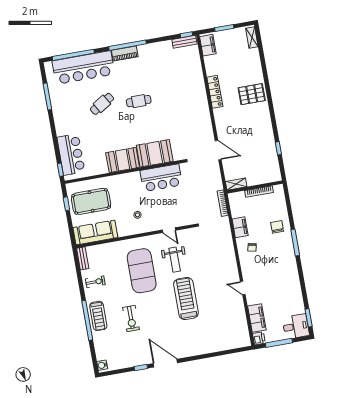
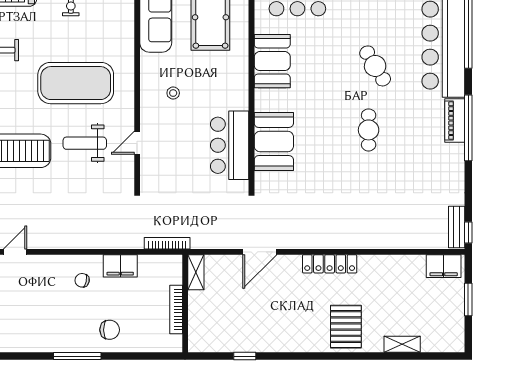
shelving: (252, 38) -> (402, 344), moved
locker: (215, 92) -> (330, 264), moved
booth: (123, 160) -> (272, 61), moved

